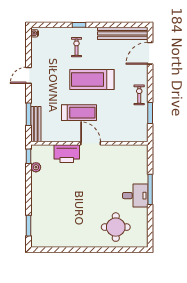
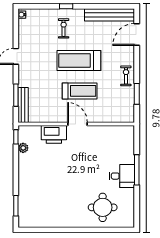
treadmill: (79, 113) -> (80, 91), moved

